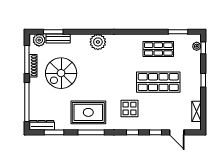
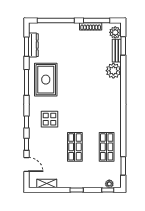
plant: (98, 42) -> (113, 71), moved
spiral stairs: (61, 73) -> (83, 53), removed
shop shelf: (158, 82) -> (75, 147), width x0.70, depth x0.74
dresser: (42, 125) -> (33, 45), moved
door: (177, 132) -> (27, 165), swing flipped

